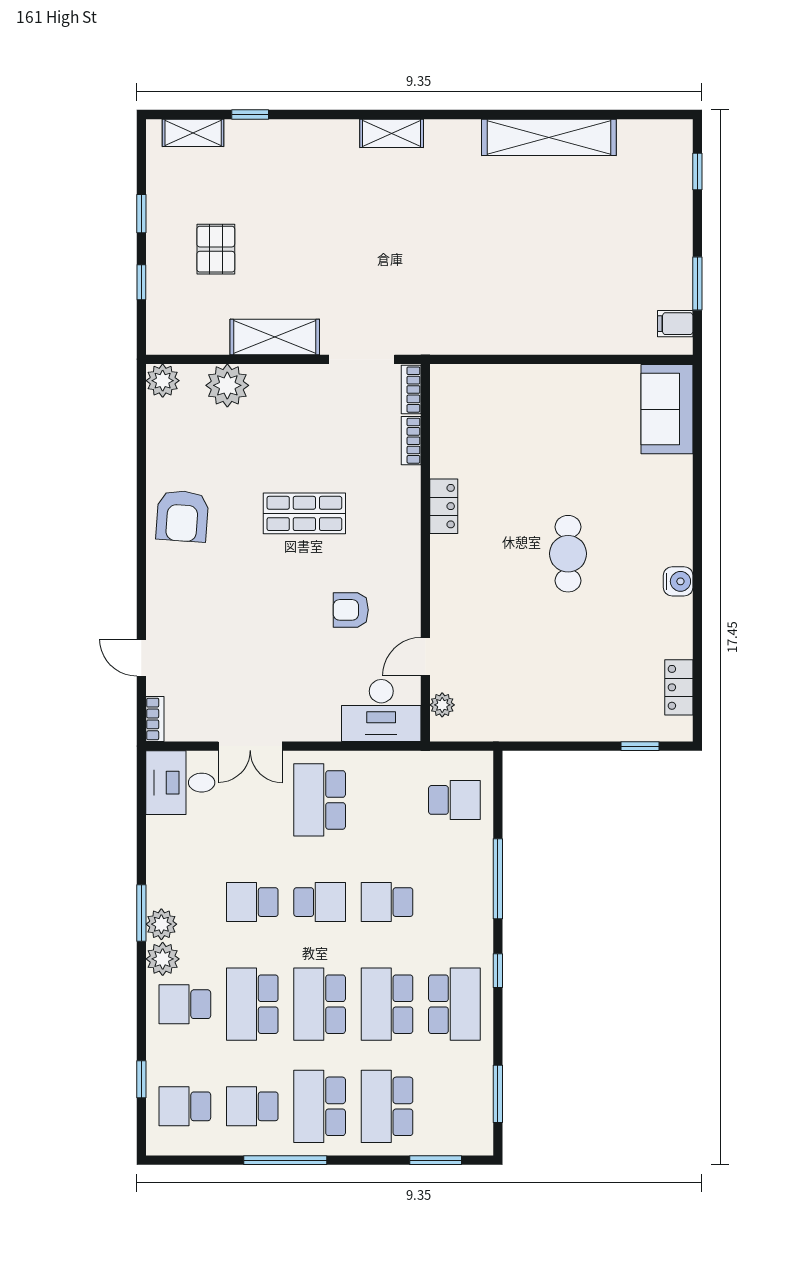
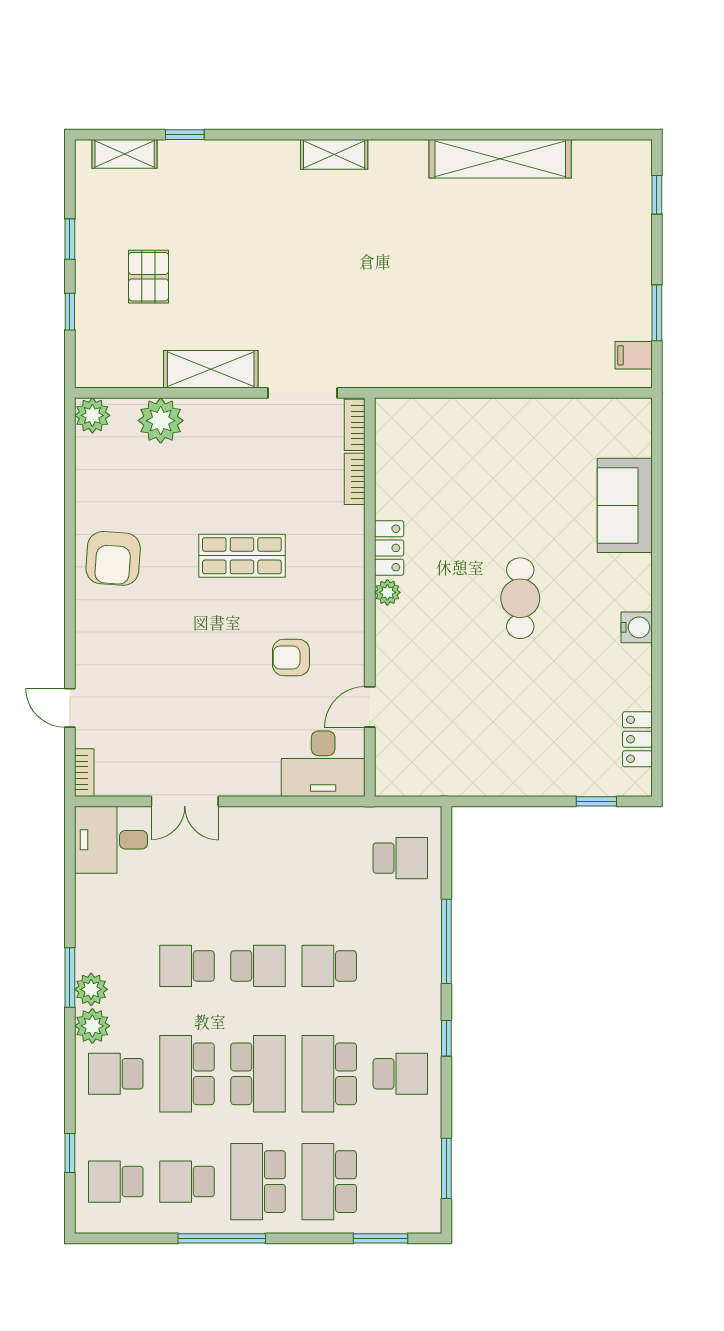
sofa: (667, 409) -> (625, 505), moved
plant: (442, 705) -> (387, 592), moved
school desk: (320, 800) -> (258, 858), removed
school desk: (320, 1004) -> (258, 1074), turned 180
school desk: (454, 1004) -> (400, 1074), width x0.54

